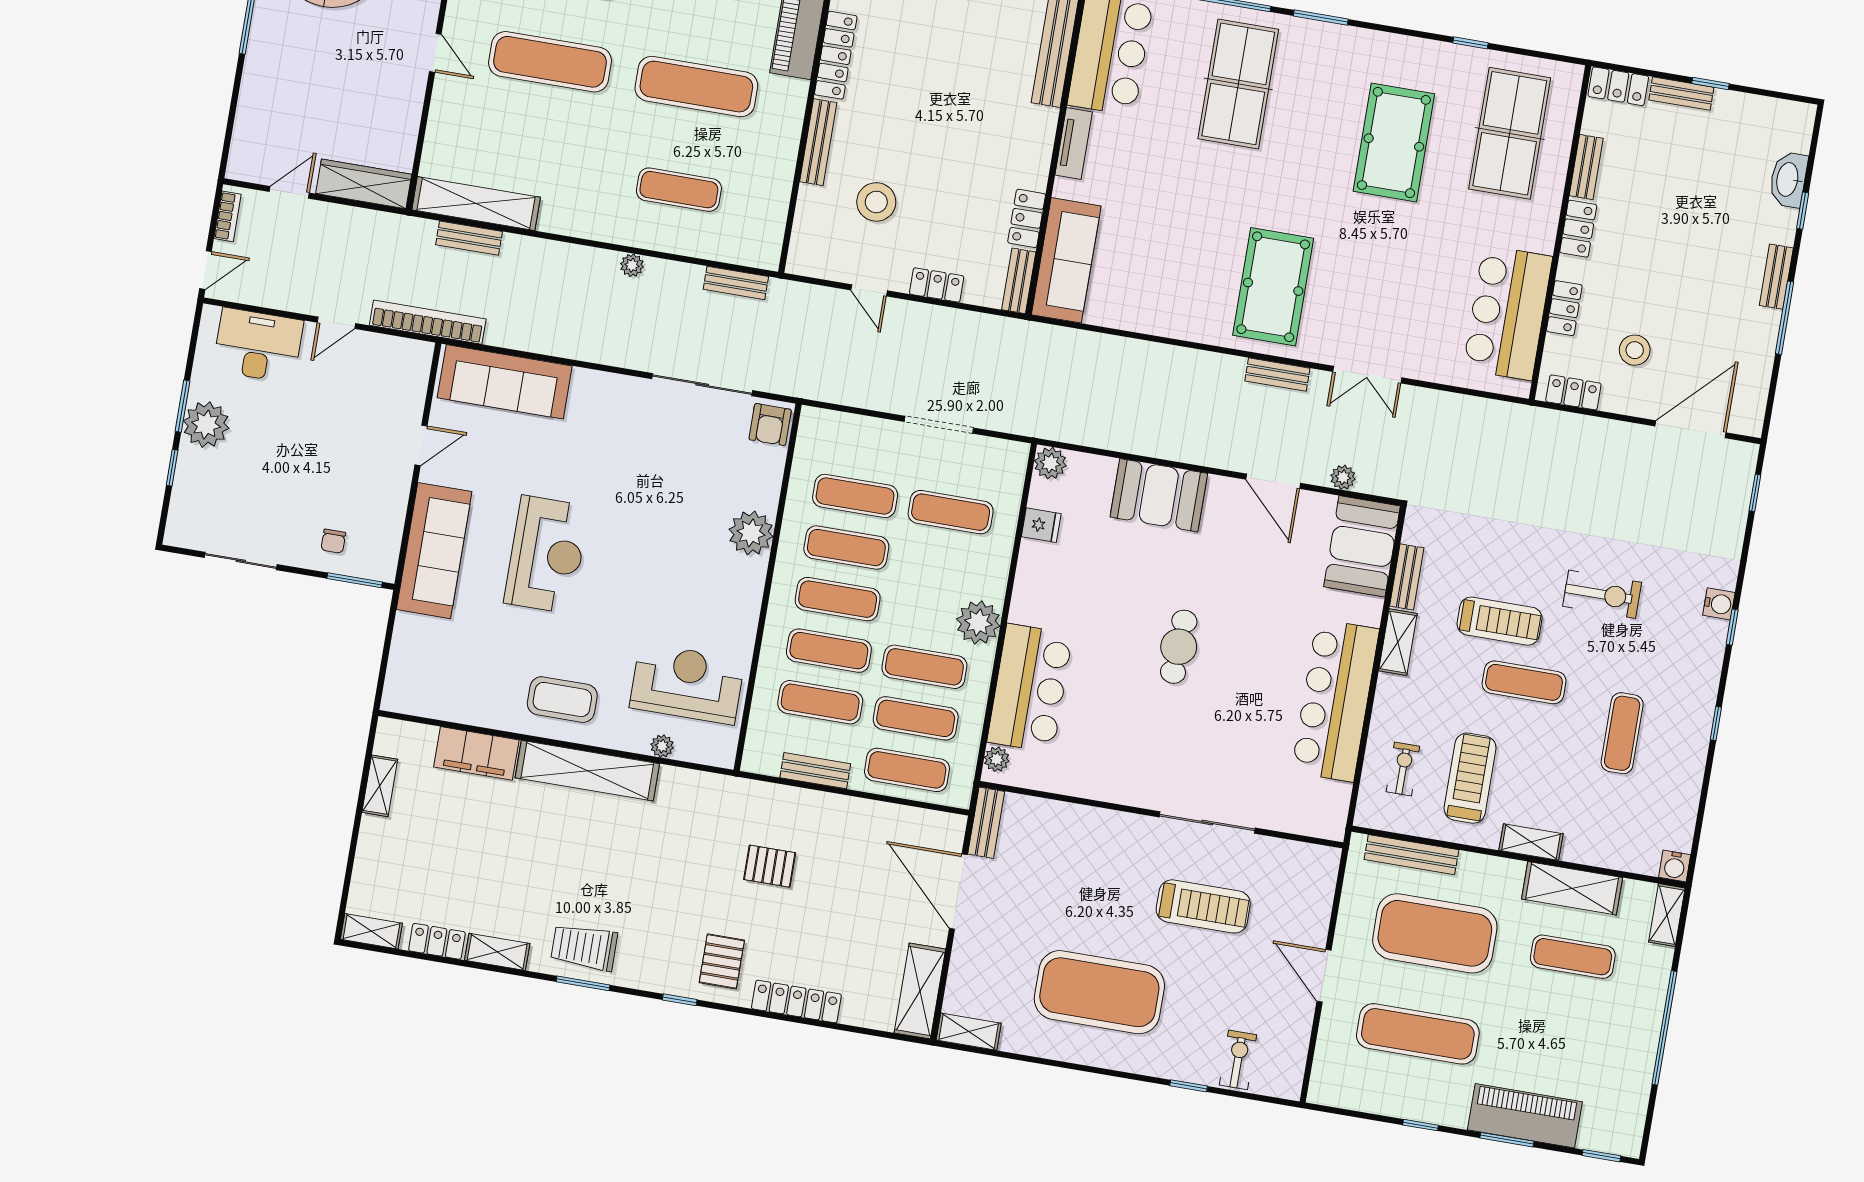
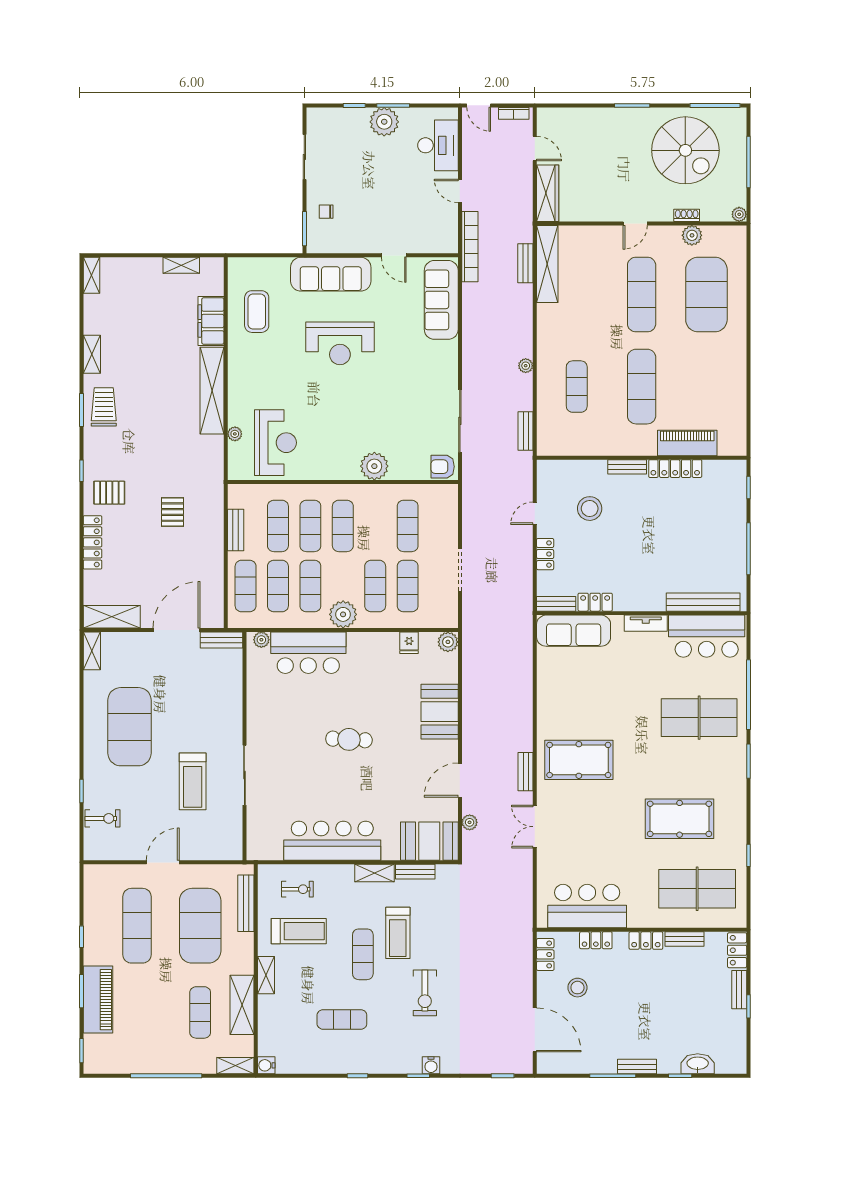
bench: (818, 142) -> (627, 467), width x0.73
exercise mat: (846, 548) -> (375, 586), moved
coffee table: (562, 700) -> (257, 312), moved
locker: (437, 941) -> (92, 316), removed

